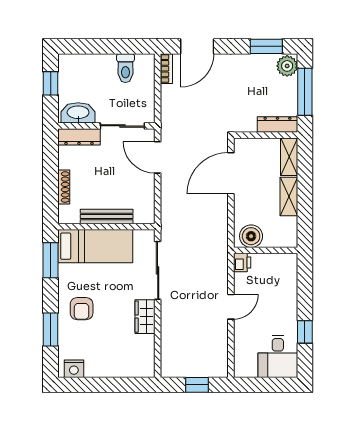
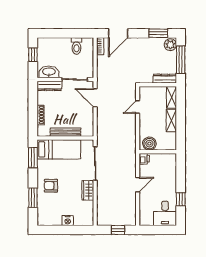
door: (231, 173) -> (138, 107), width x0.53
armchair: (82, 309) -> (51, 186), turned 90
nightstand: (74, 369) -> (68, 221), moved

